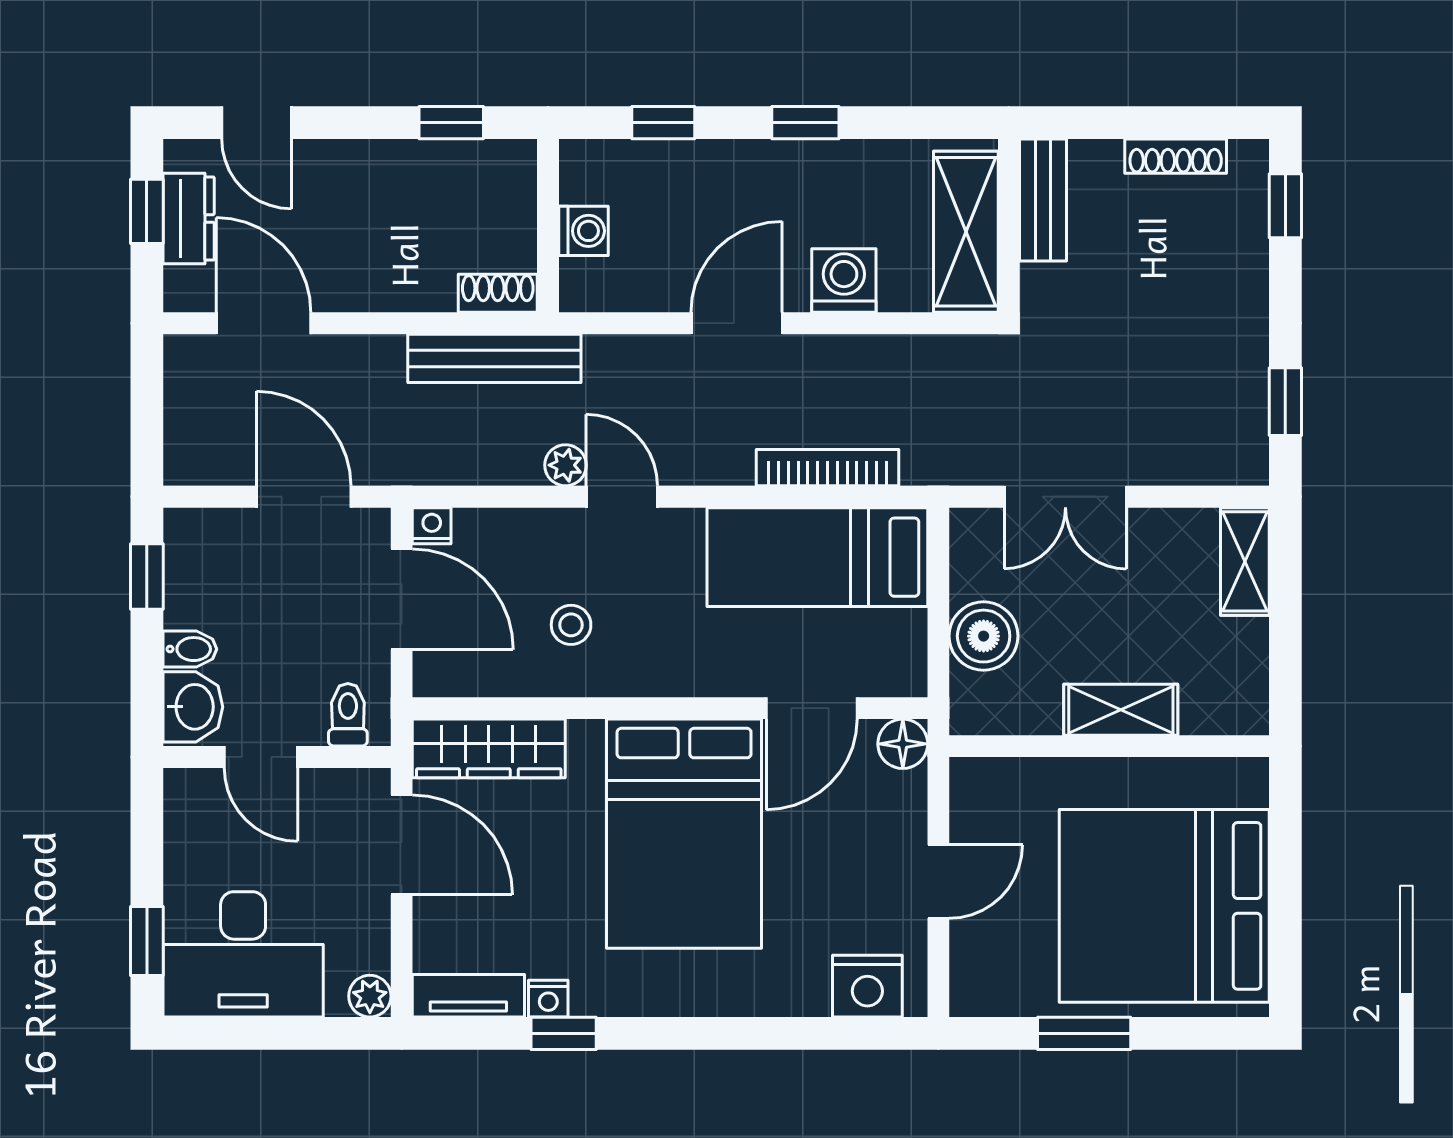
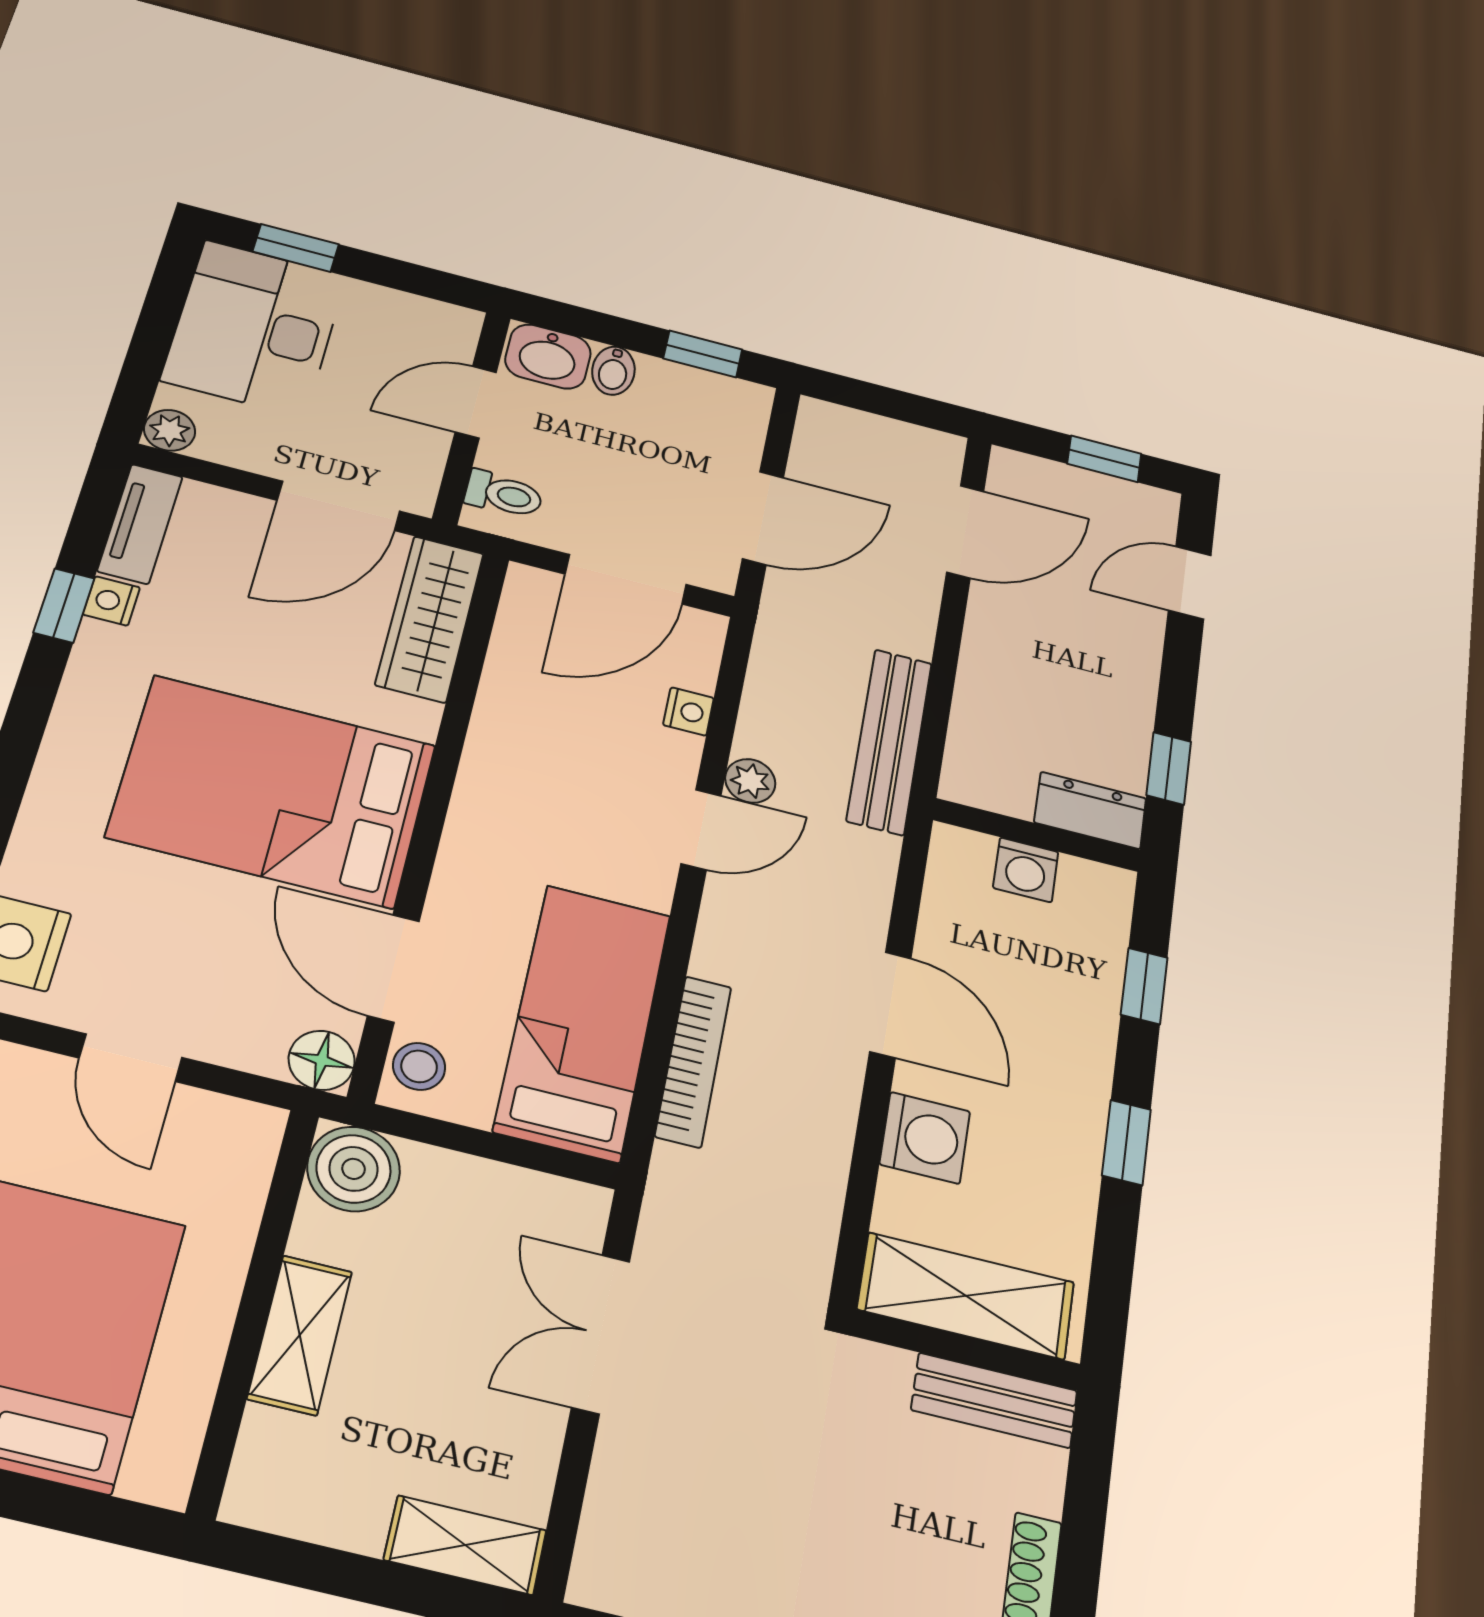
dresser: (189, 219) -> (1090, 810), moved, turned 180
shoe rack: (498, 293) -> (965, 764), removed
nightstand: (432, 526) -> (688, 712), moved
stool: (571, 625) -> (419, 1066), moved
boiler: (984, 636) -> (354, 1169), moved

